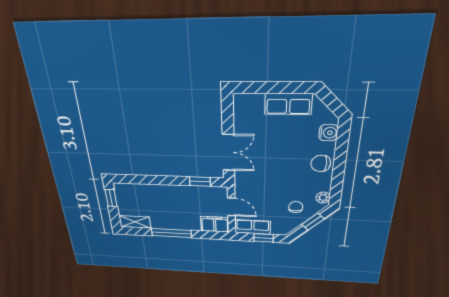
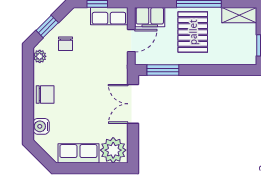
plant: (249, 107) -> (113, 150), added
window: (200, 182) -> (163, 70), width x1.50
door: (231, 207) -> (131, 41), swing flipped
pallet: (175, 211) -> (193, 32), added

